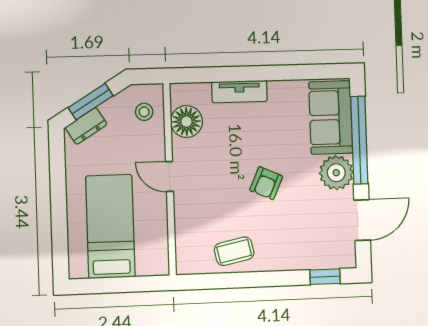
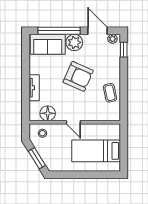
dresser: (86, 126) -> (48, 161), removed
door: (169, 177) -> (73, 122), hinge flipped
armchair: (266, 183) -> (78, 76), width x1.88, depth x1.88
plant: (347, 252) -> (113, 39), added

